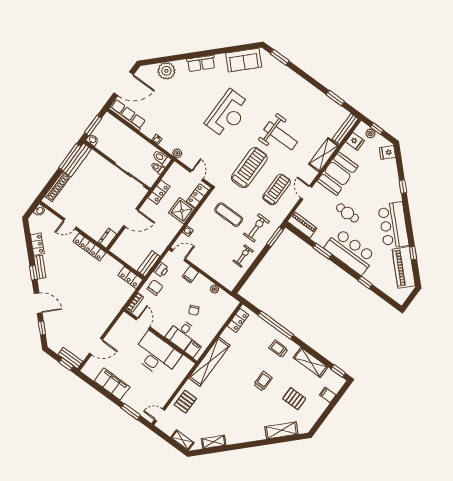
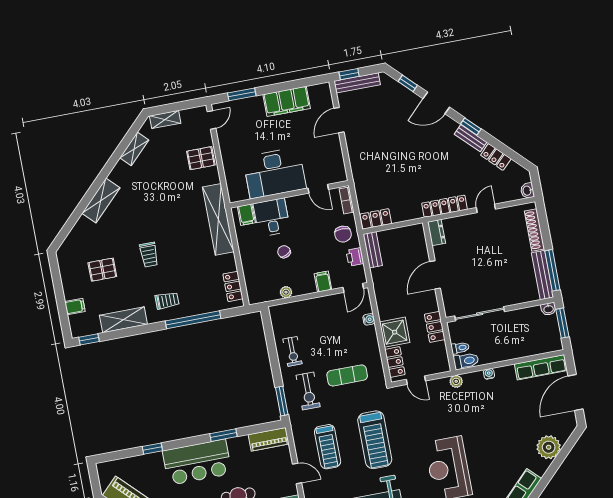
bench: (70, 358) -> (357, 83), width x1.36
pallet: (185, 402) -> (201, 158), turned 90
shelving: (281, 430) -> (101, 200), moved

